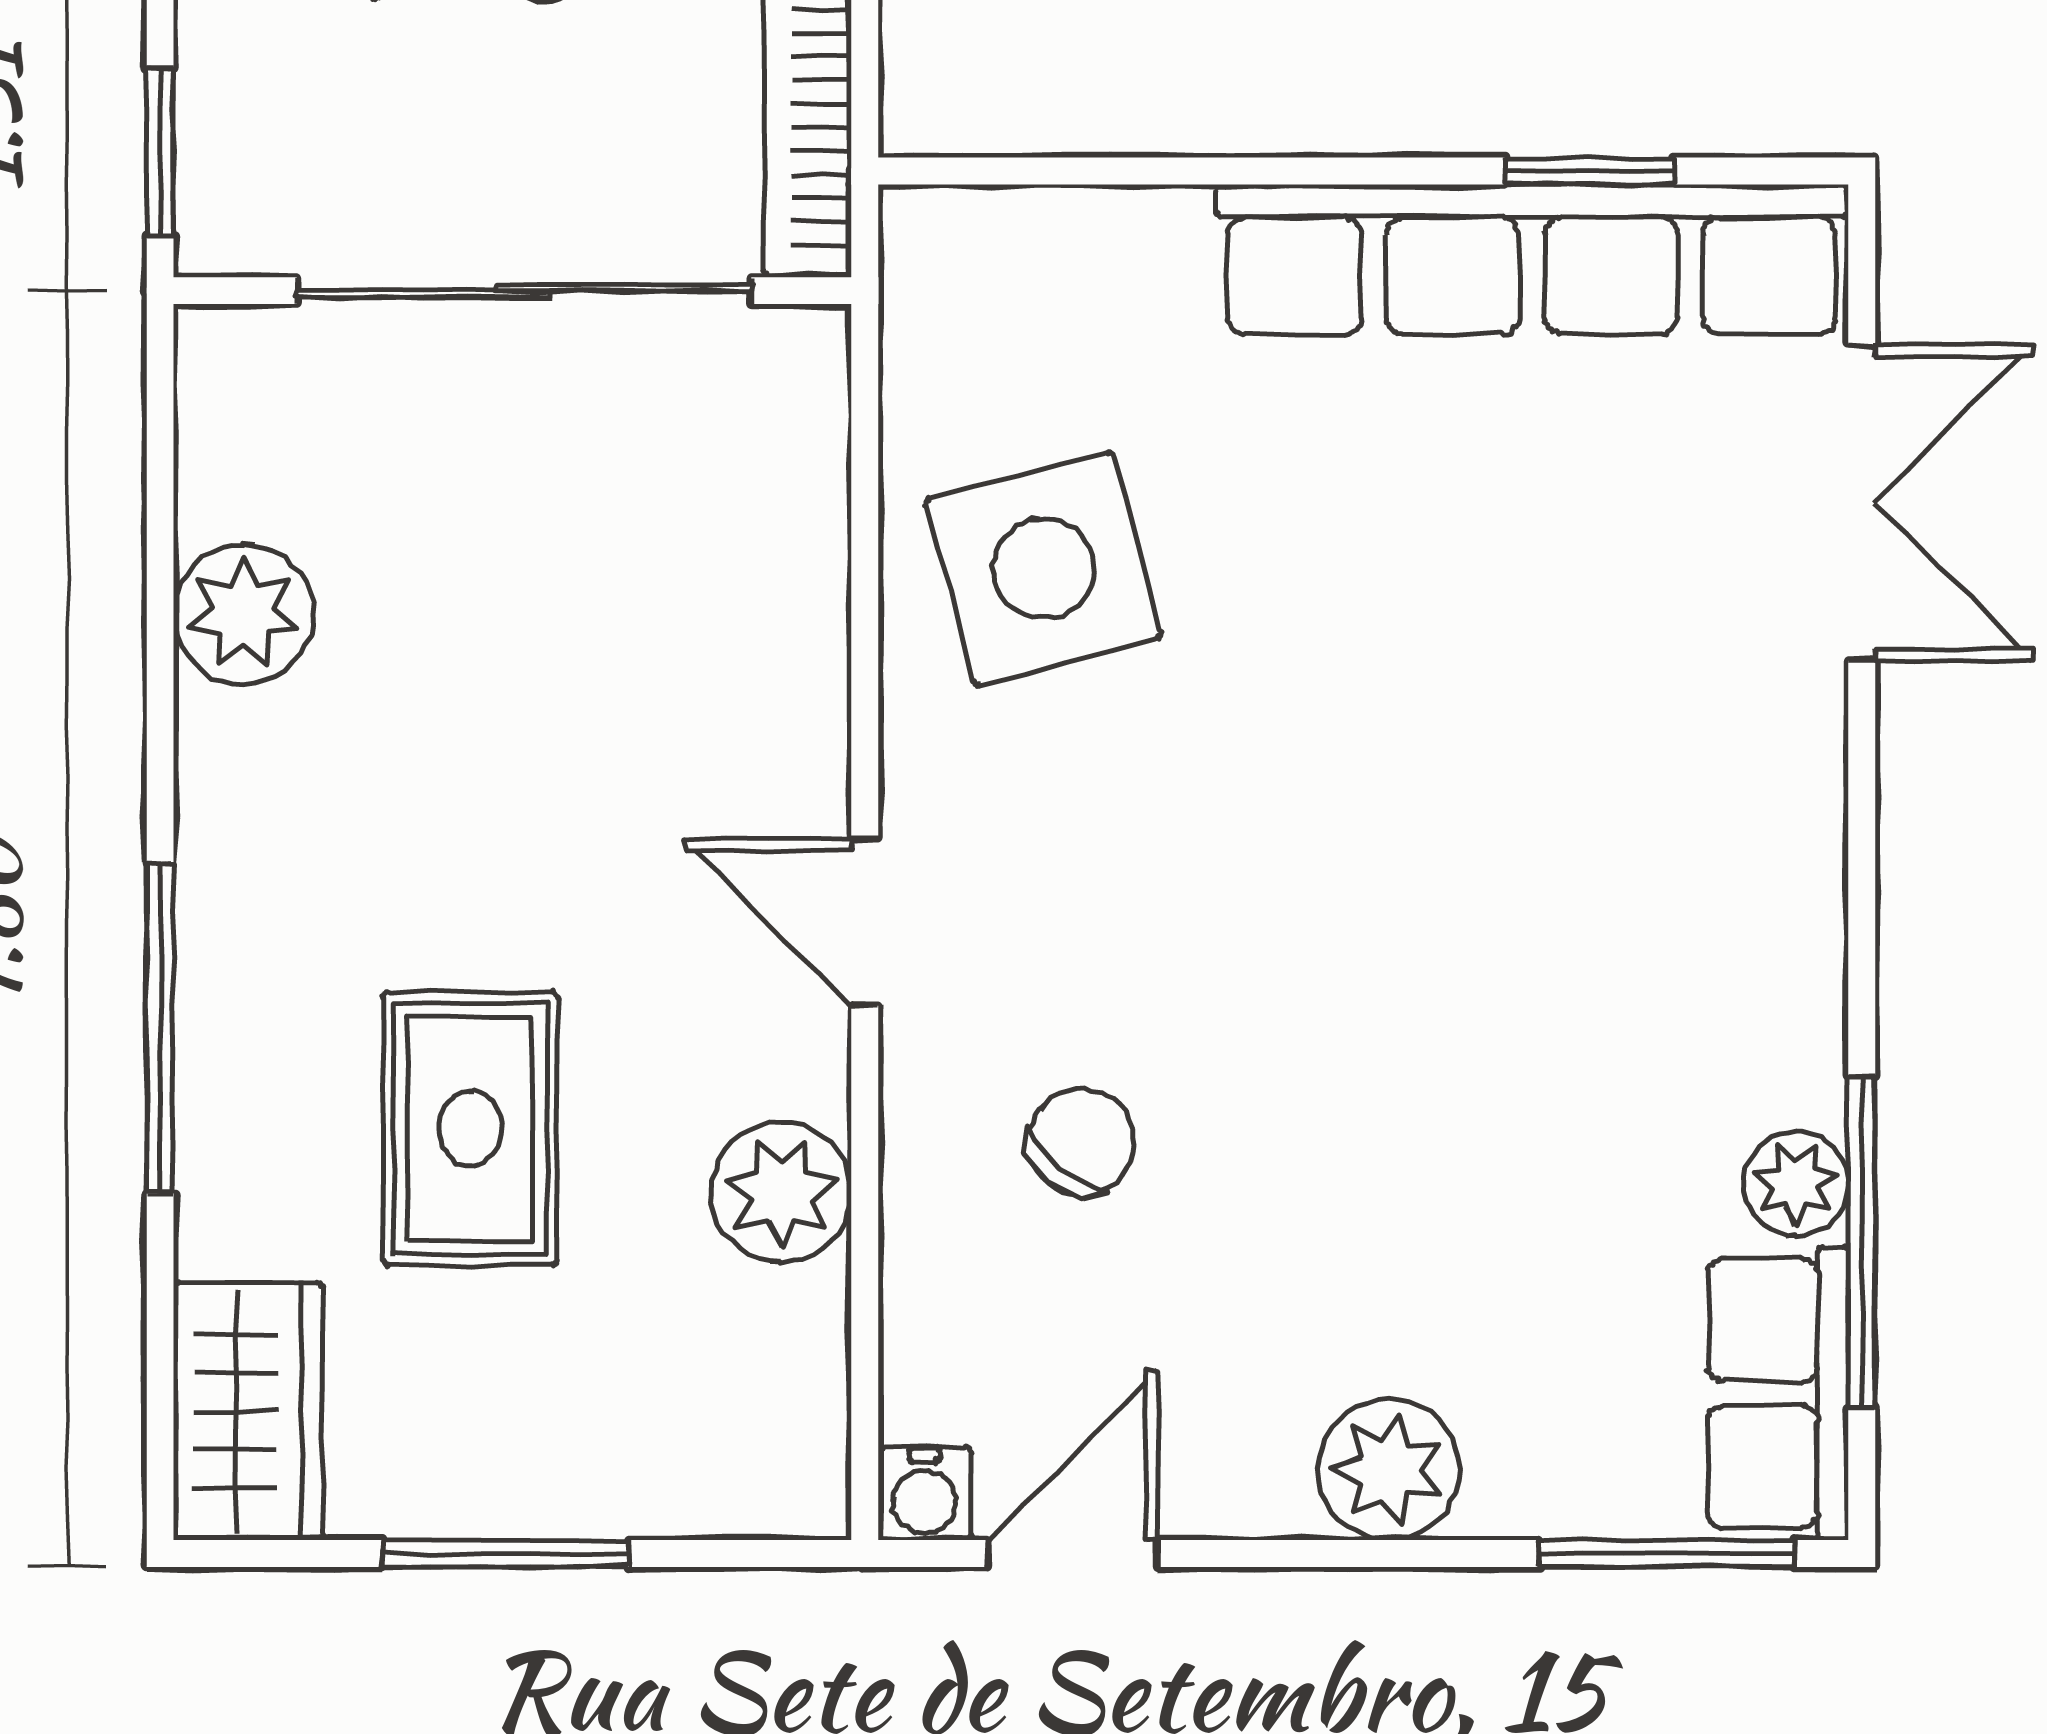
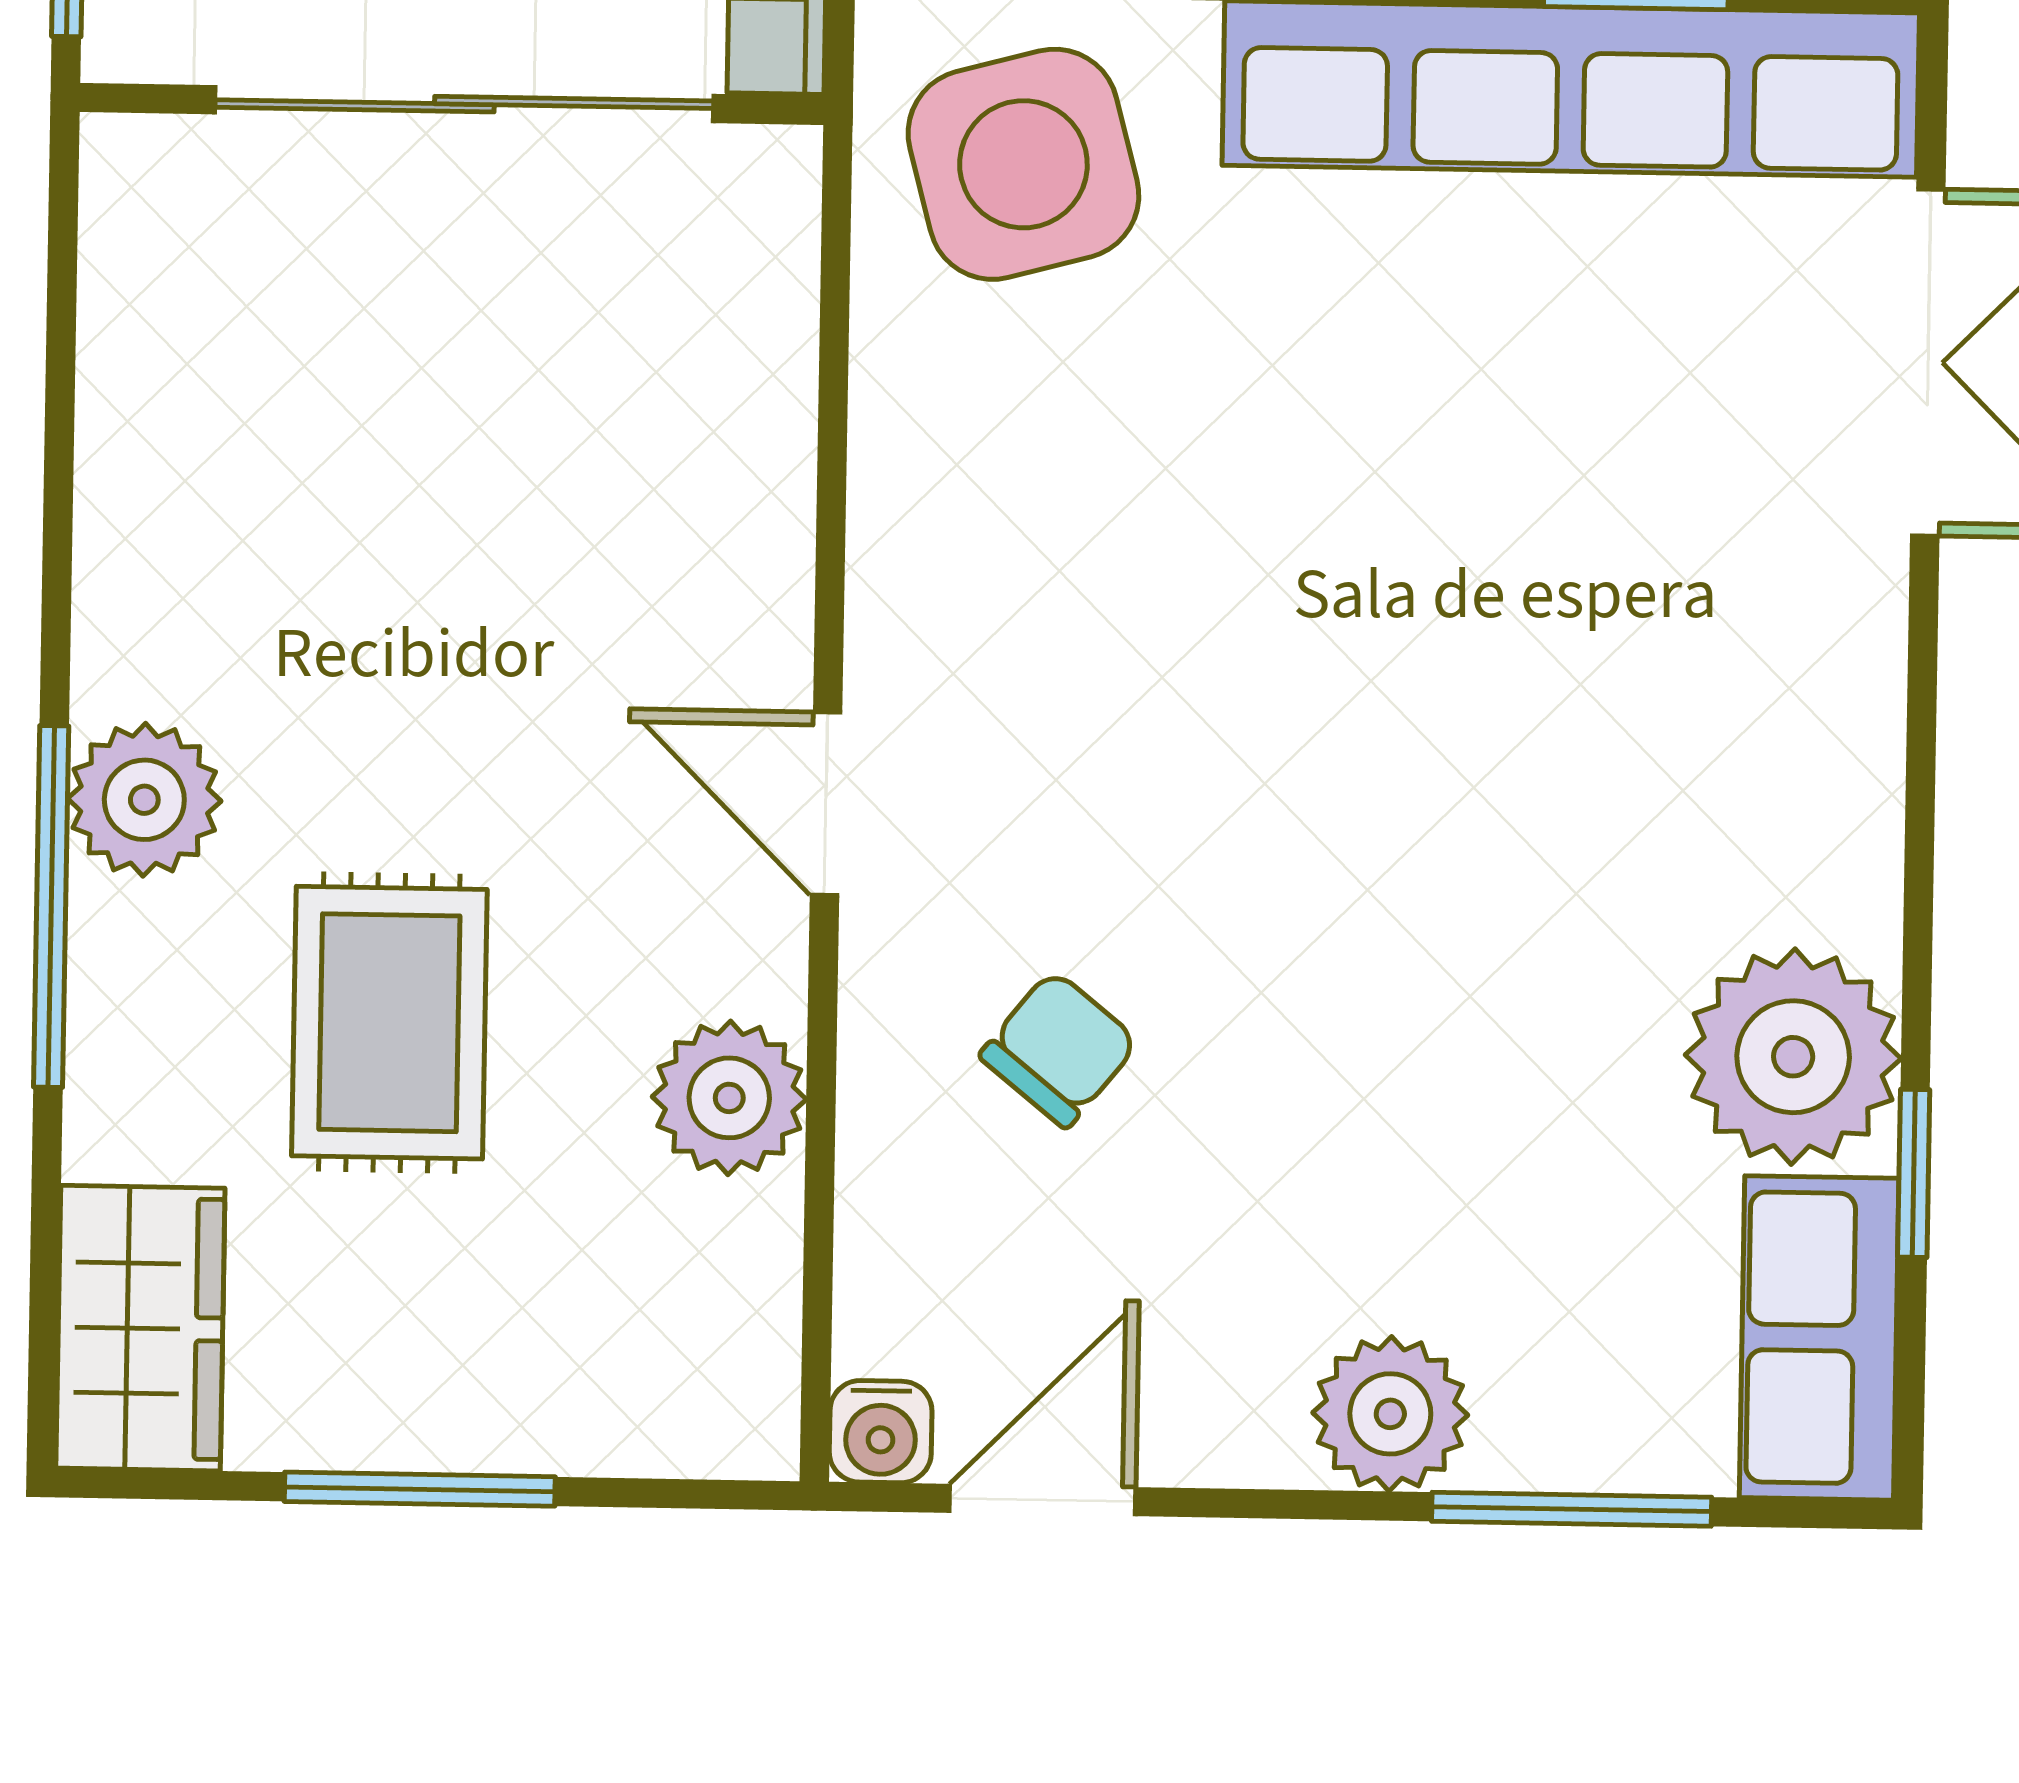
side table: (1043, 569) -> (1023, 164), moved
plant: (243, 614) -> (144, 800), moved
plant: (1796, 1184) -> (1793, 1057), width x1.87, depth x1.87
window: (1862, 1242) -> (1914, 1173), width x0.46
window: (1667, 1554) -> (1572, 1509), moved

